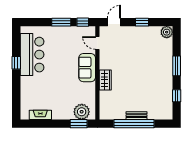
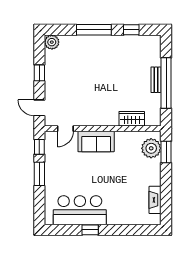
window: (177, 66) -> (94, 30), width x1.44
wardrobe: (105, 80) -> (132, 119), moved

